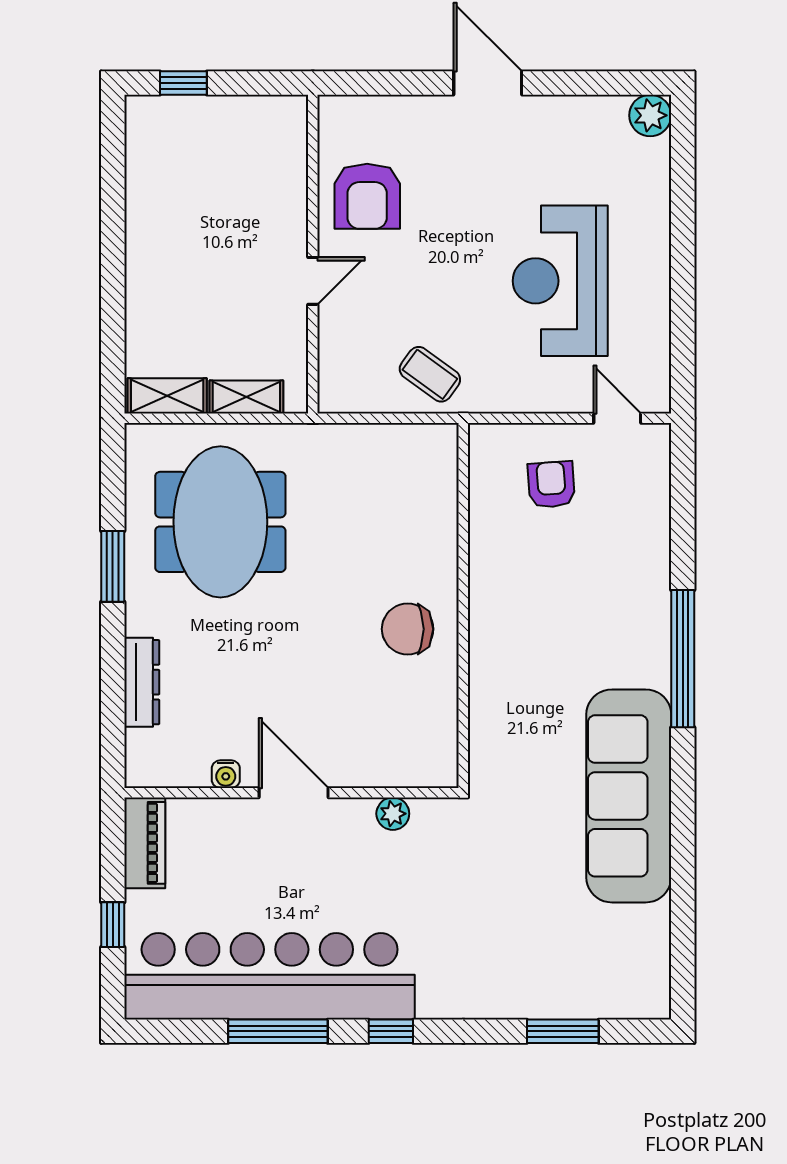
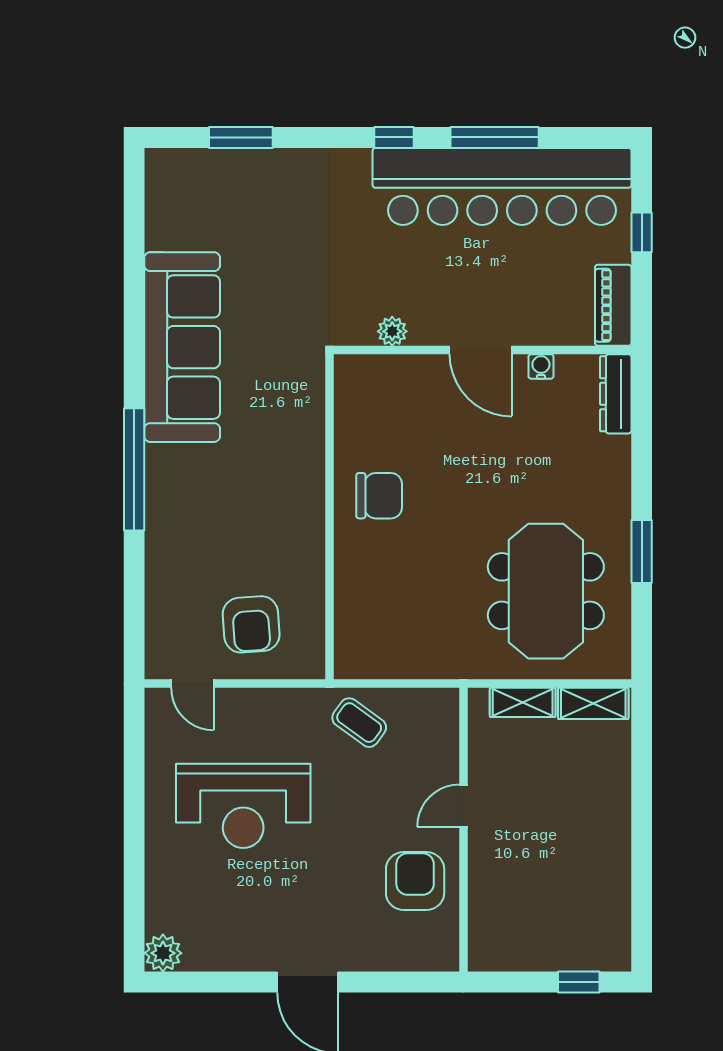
reception desk: (560, 281) -> (243, 806), turned 90
armchair: (551, 485) -> (251, 624), width x1.38, depth x1.38
dresser: (142, 682) -> (616, 394), moved

